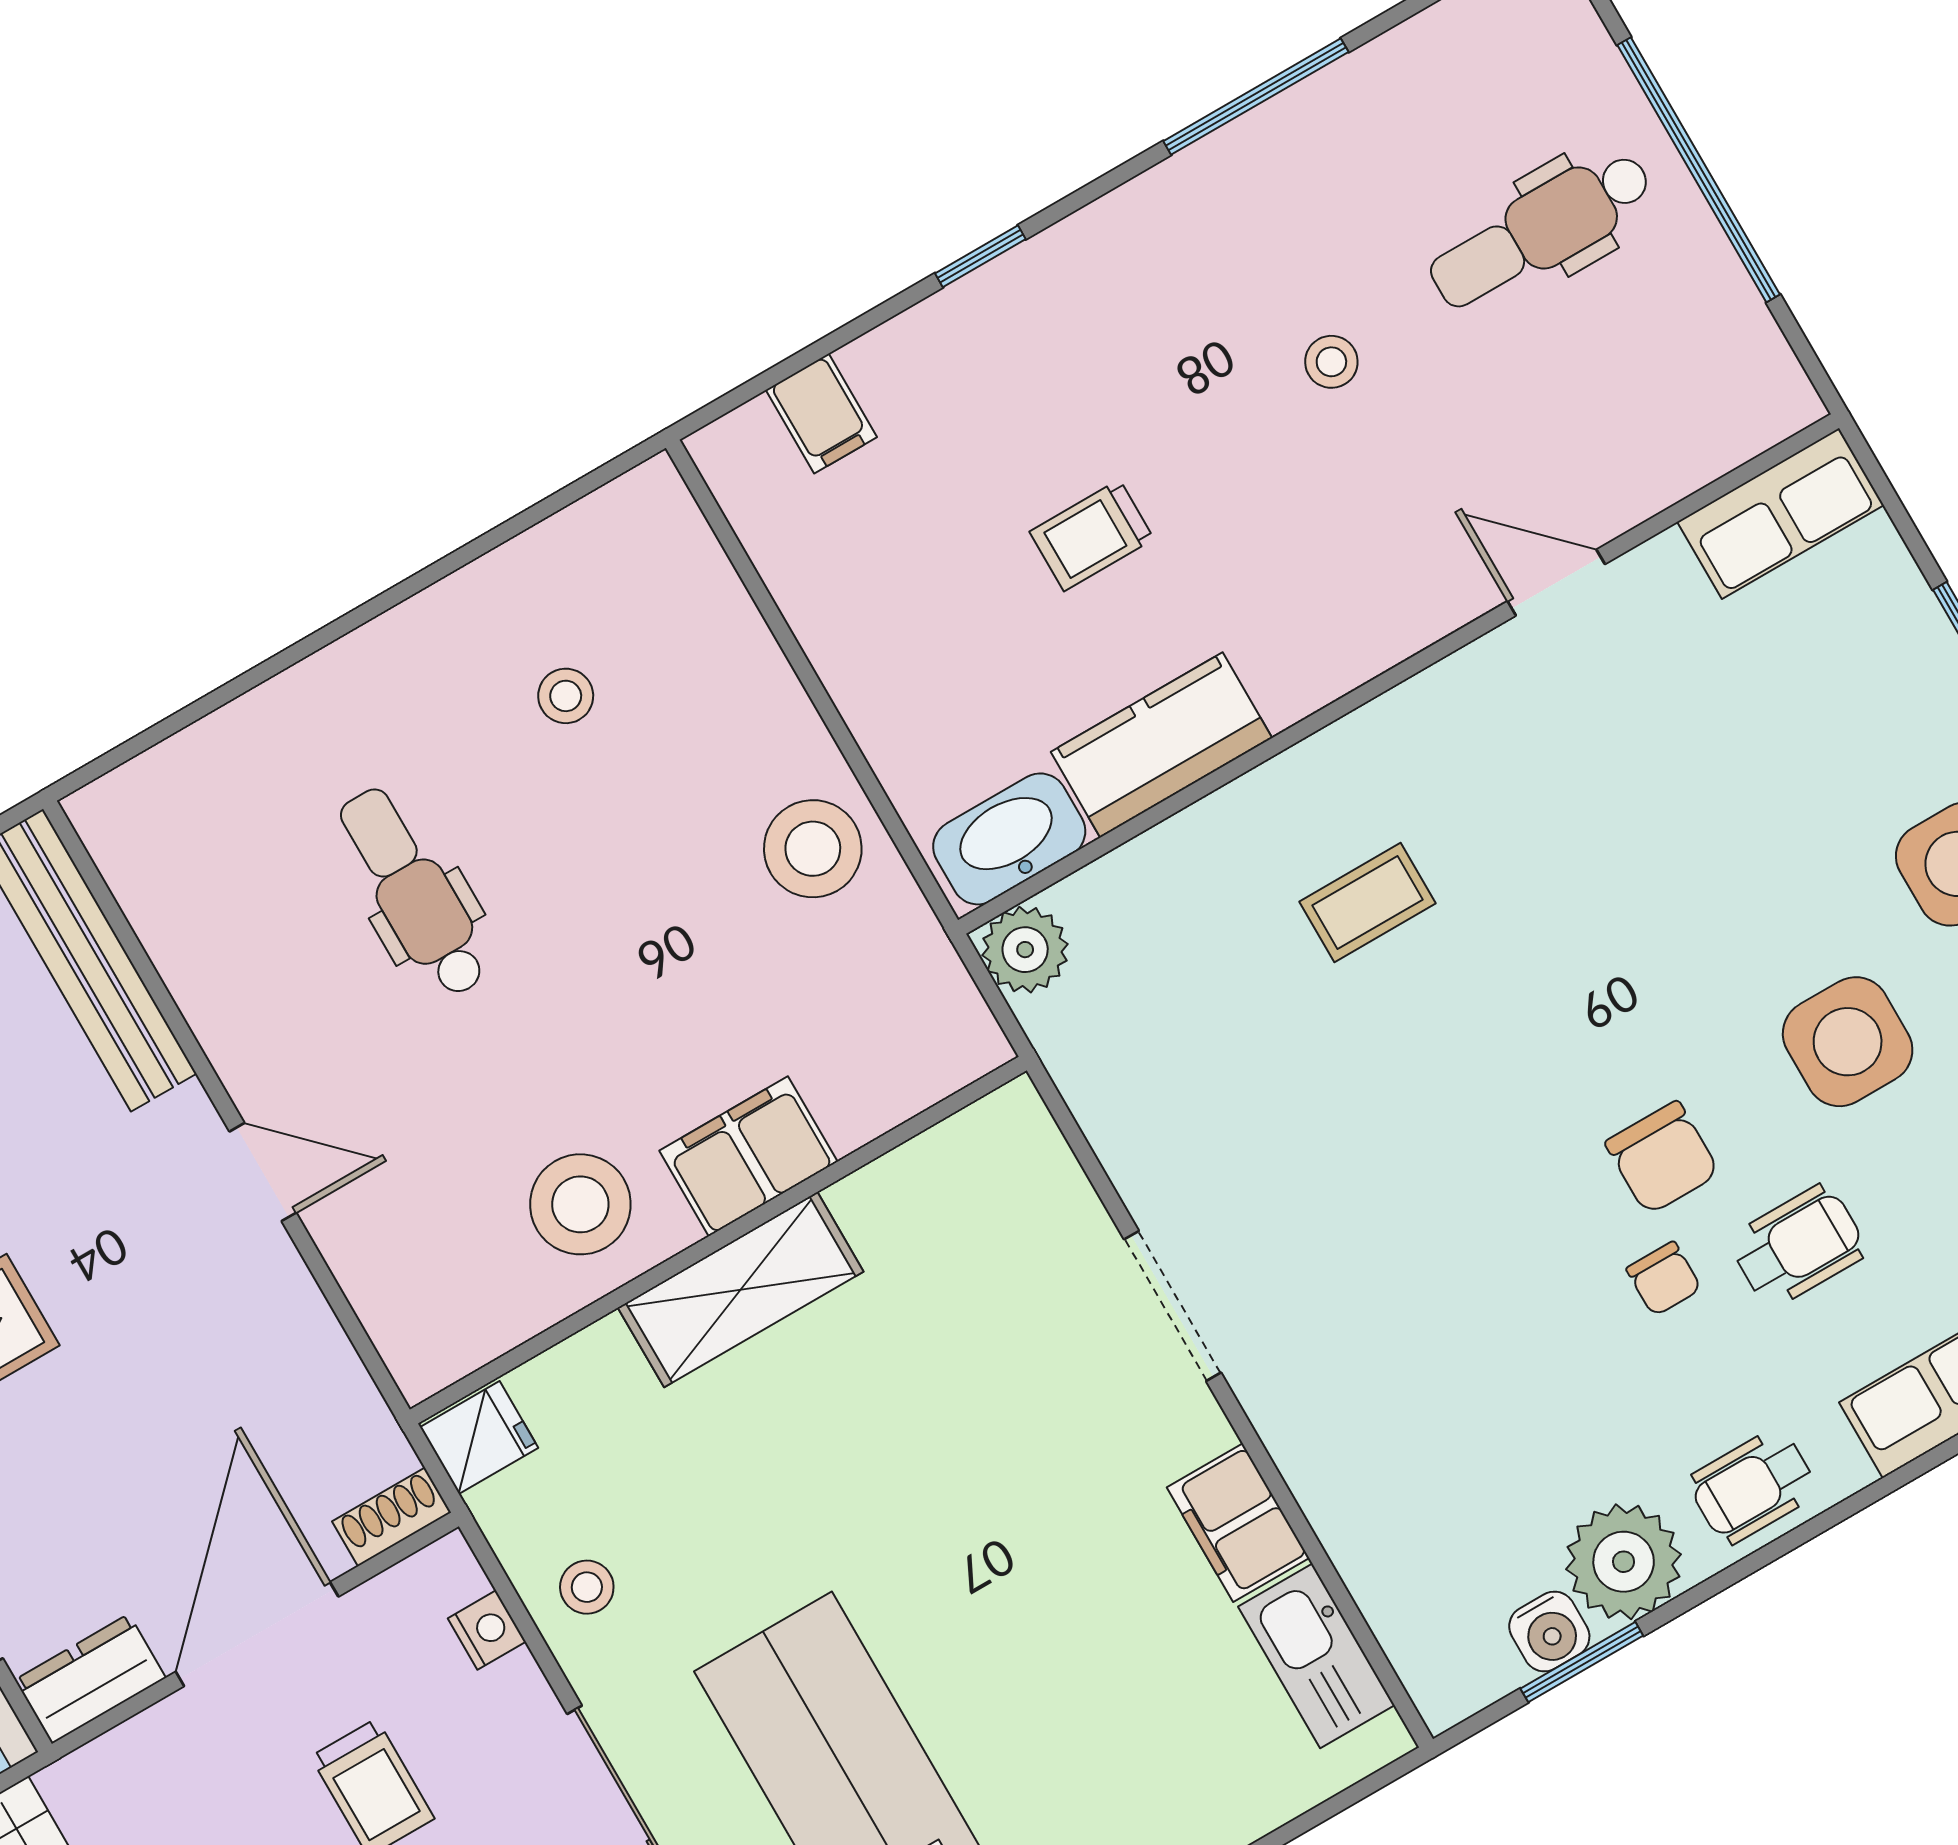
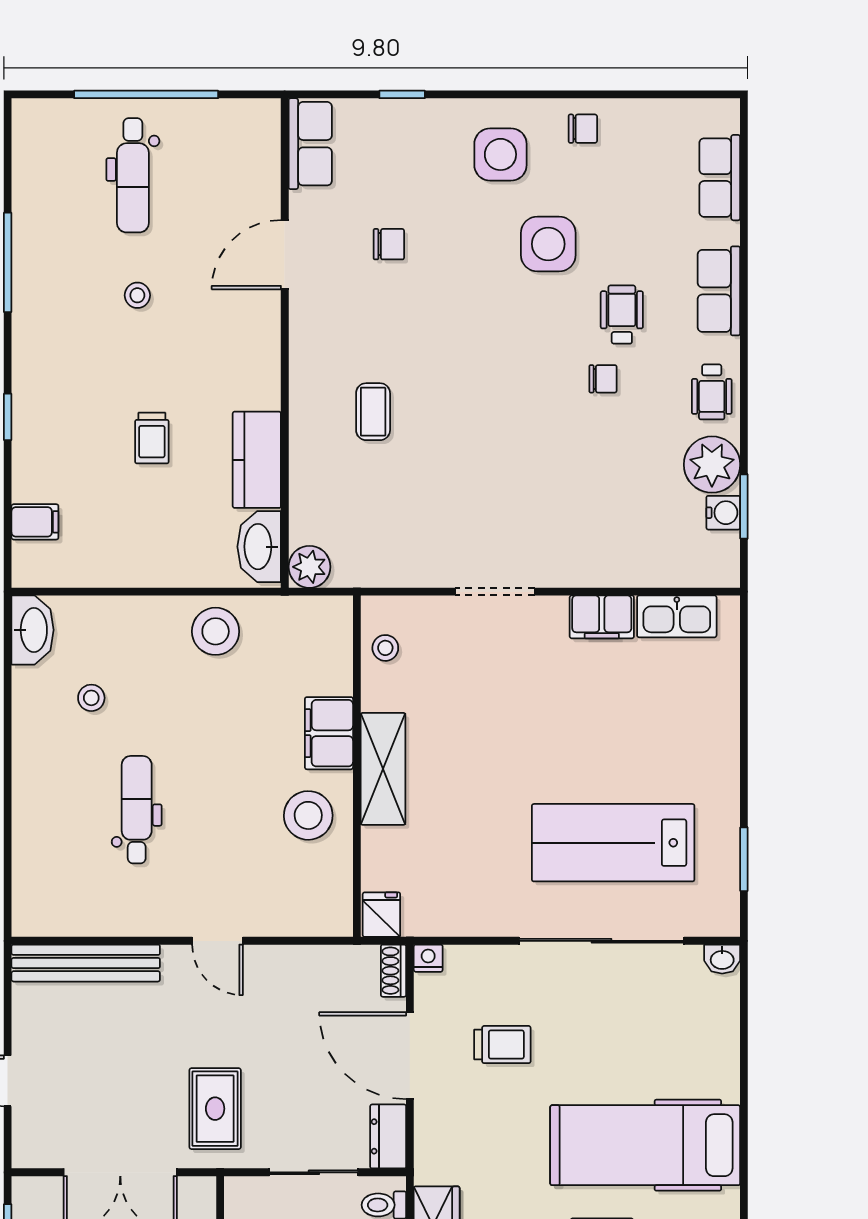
washbasin: (626, 521) -> (33, 630), added
door: (1556, 583) -> (285, 255), width x1.38
dental chair: (413, 892) -> (137, 810), turned 90
chair: (1662, 1158) -> (389, 244), moved, width x0.73, depth x0.73
door: (263, 1172) -> (217, 941), swing flipped
stool: (587, 1587) -> (385, 648), moved
nightstand: (487, 1630) -> (428, 958), moved

